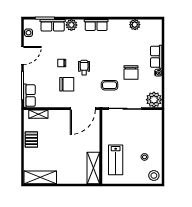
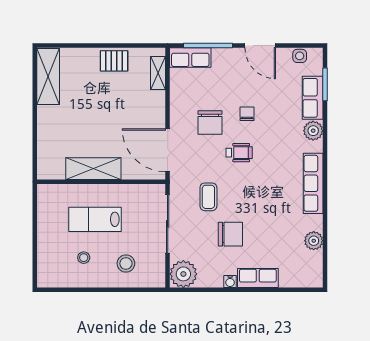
row of seats: (96, 25) -> (313, 183), width x1.48
chair: (131, 73) -> (230, 234), turned 180
lab bench: (116, 160) -> (95, 219), moved
shelving: (93, 168) -> (93, 169), moved
stool: (154, 176) -> (126, 263), moved

